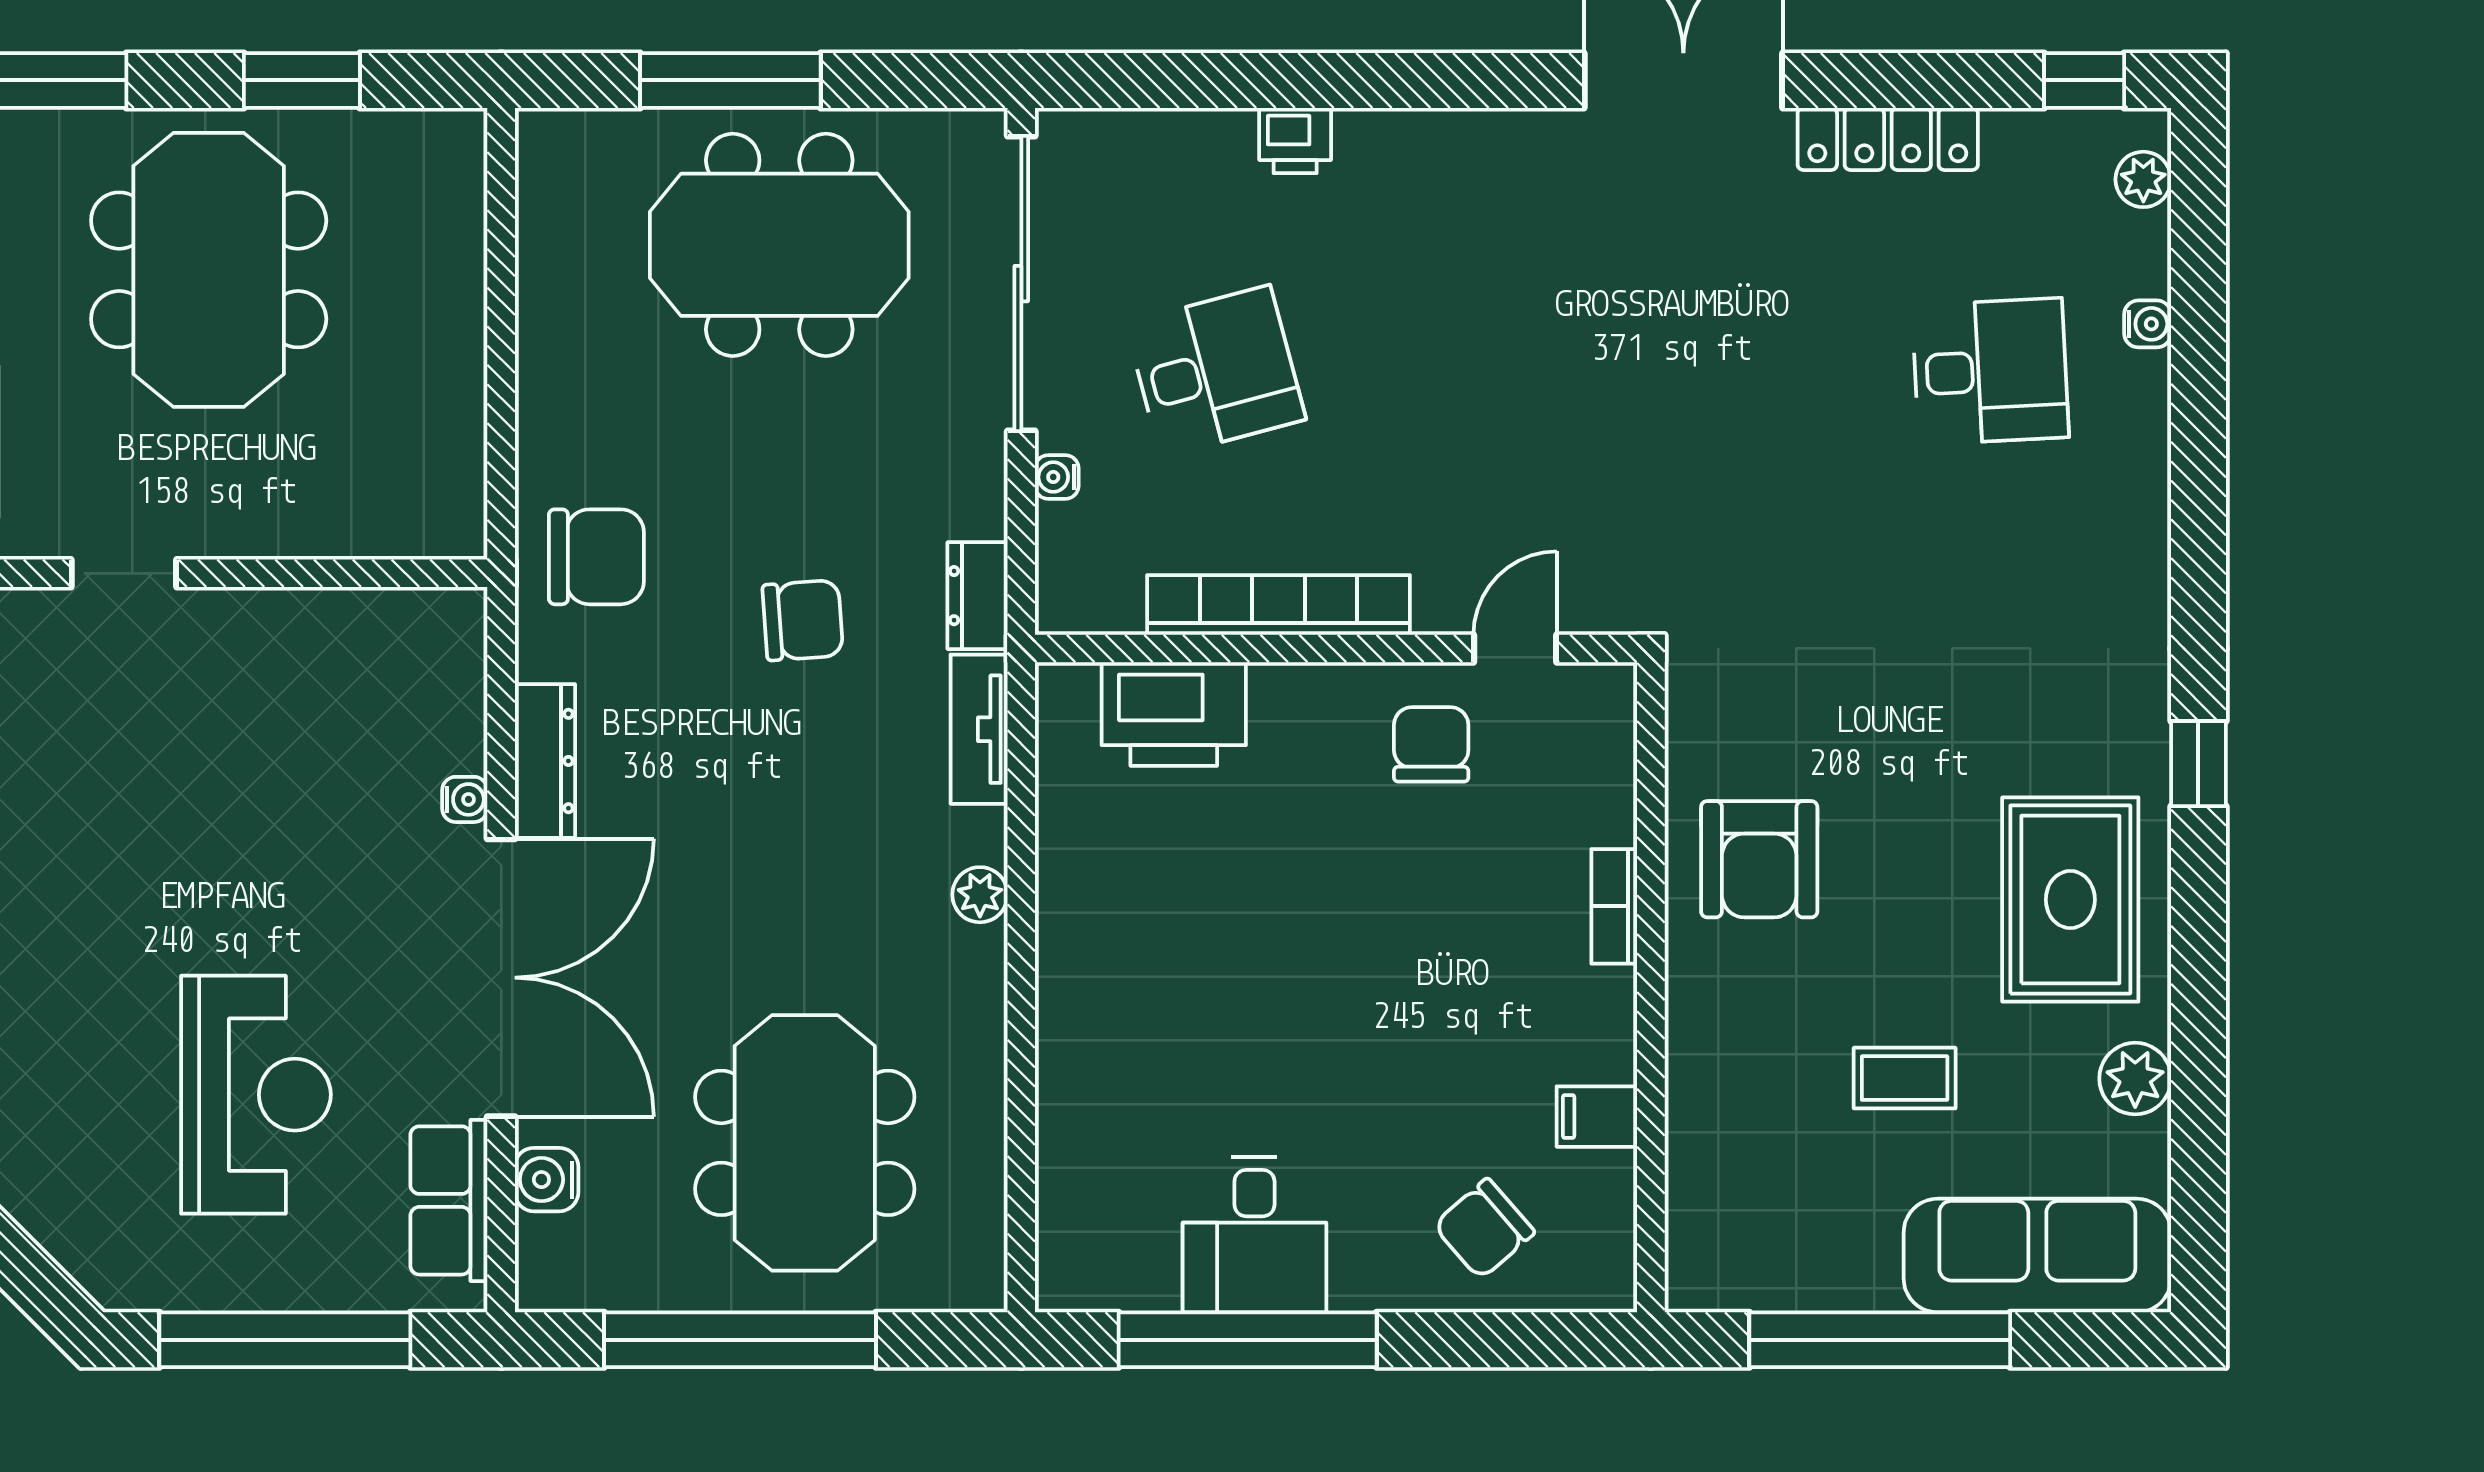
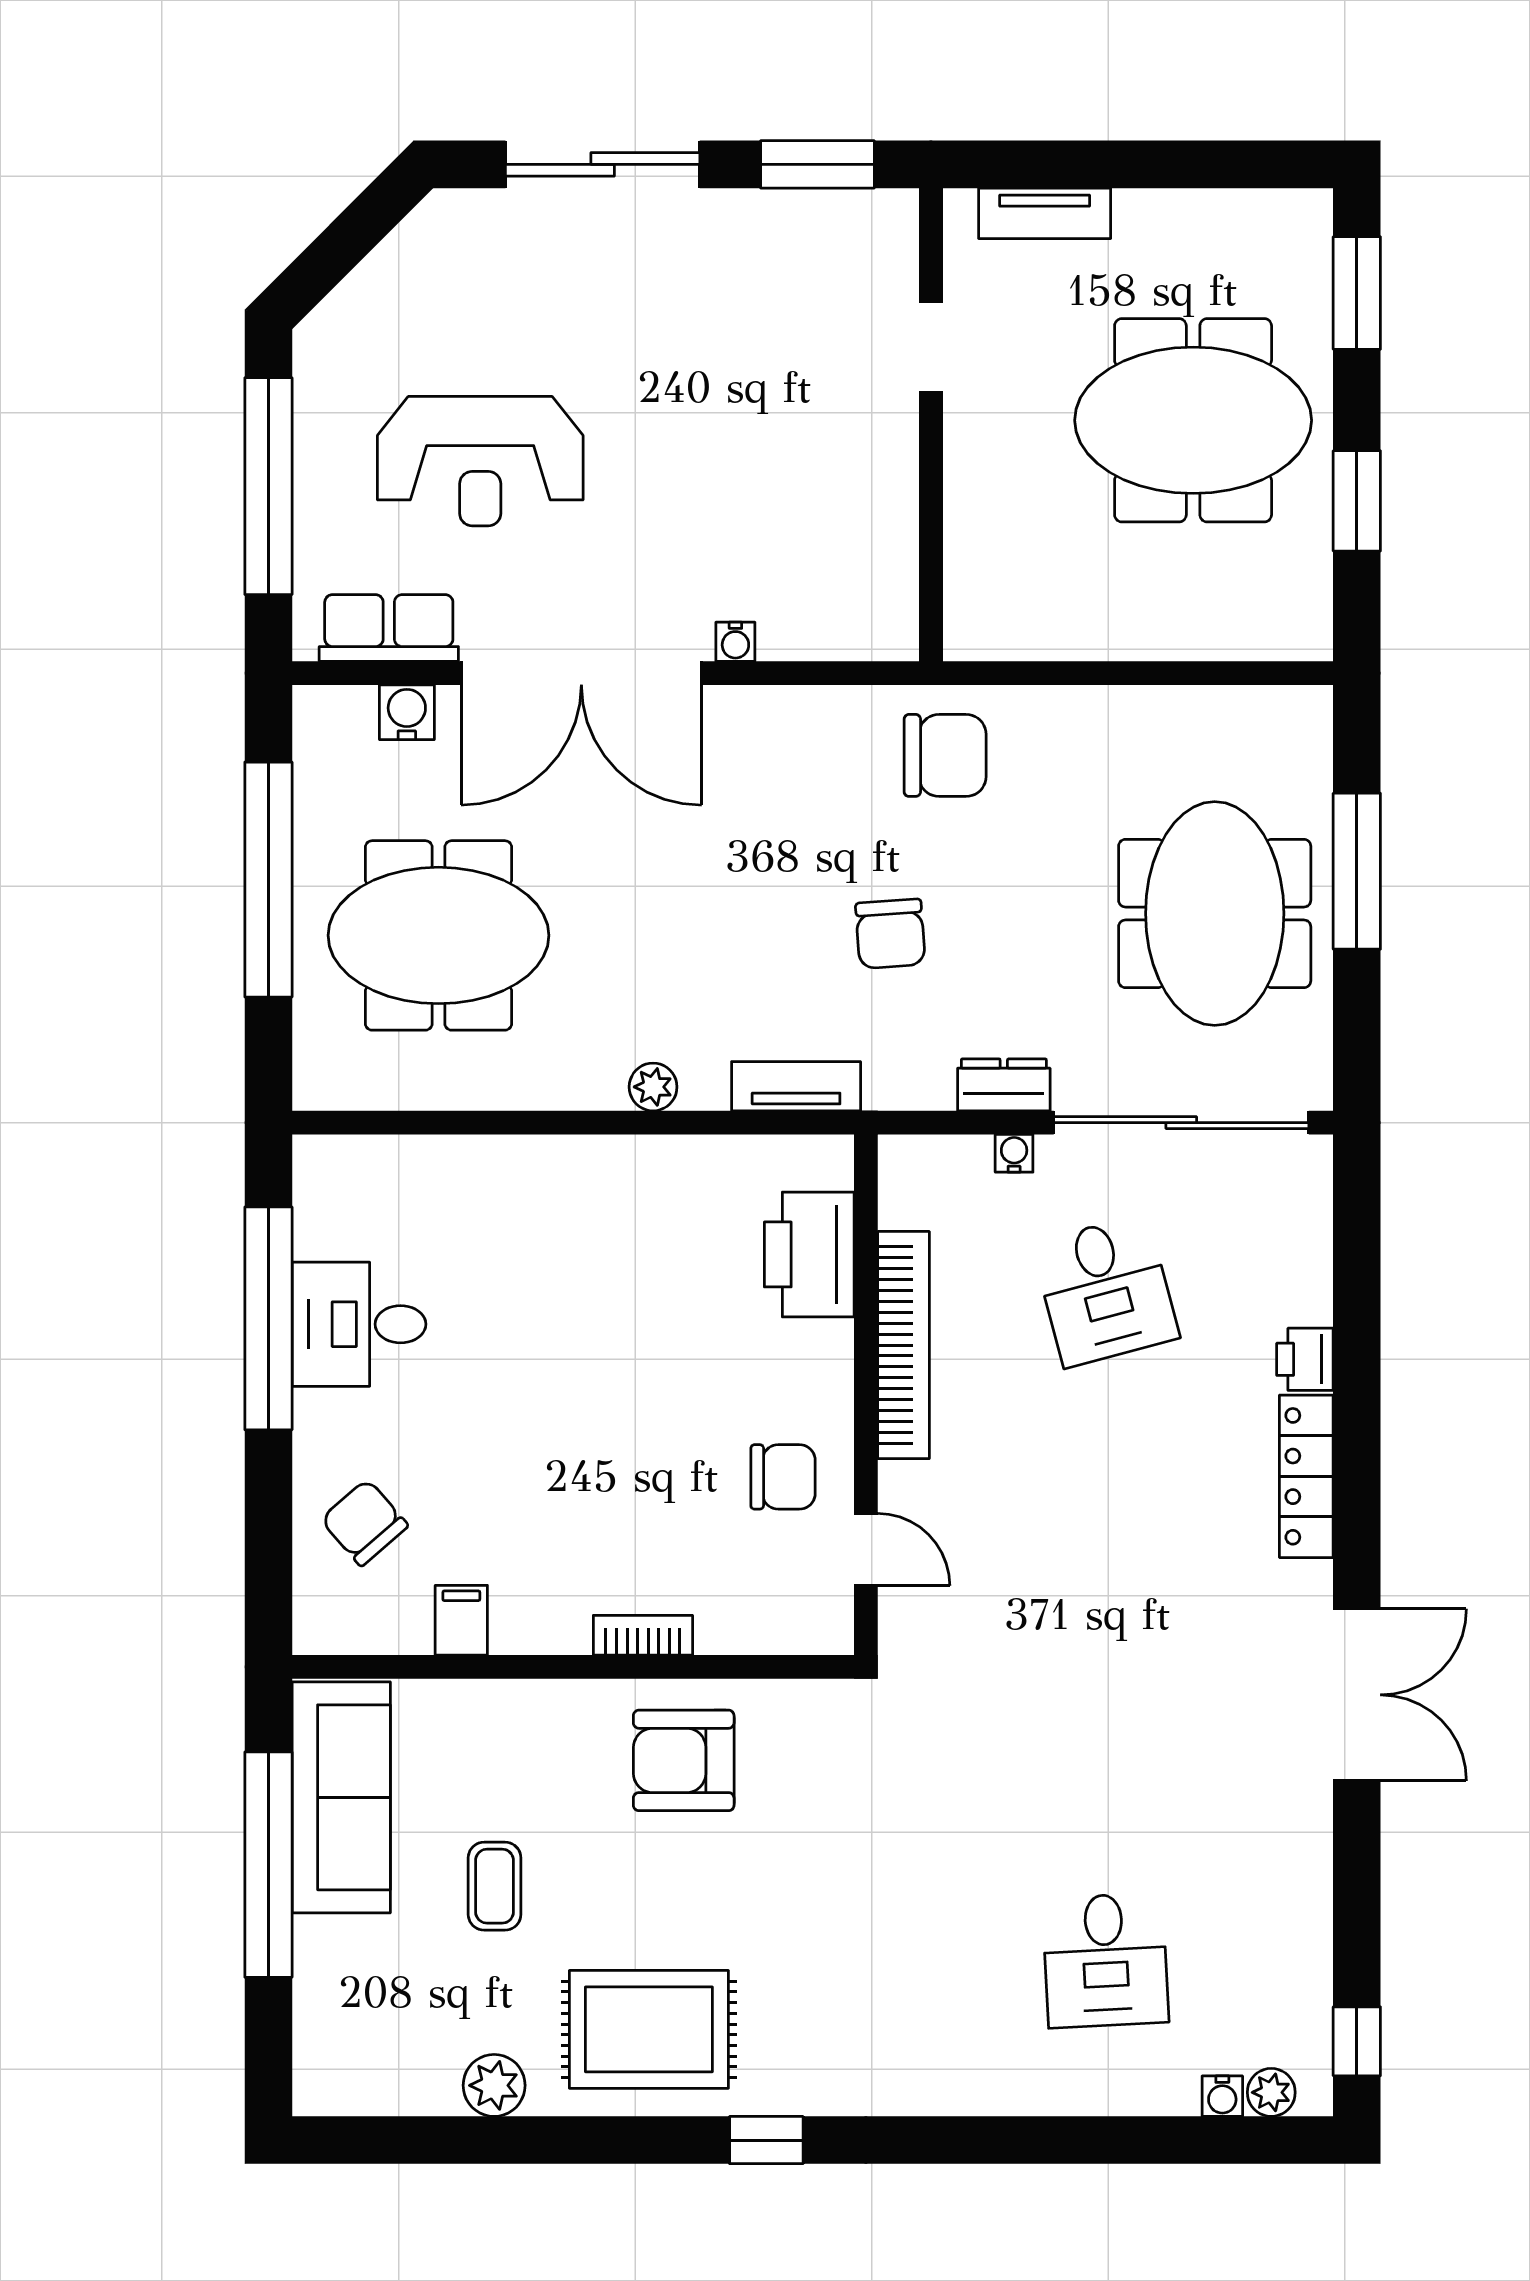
locker: (1888, 139) -> (1306, 1476), moved
water cooler: (2148, 324) -> (1222, 2096), moved
chair: (596, 557) -> (945, 755), turned -90
dresser: (977, 596) -> (1004, 1085), moved
dresser: (545, 761) -> (769, 711), removed
sofa: (2037, 1255) -> (341, 1797), moved

